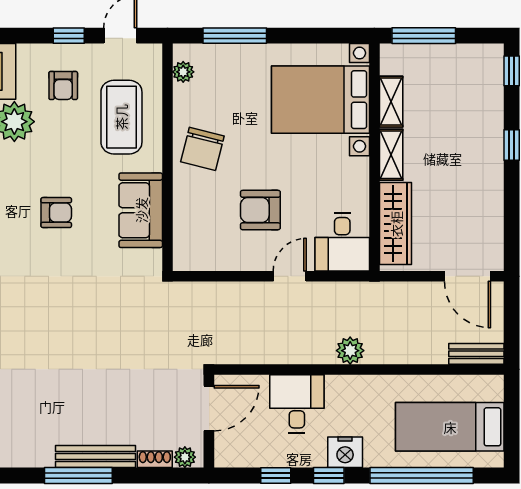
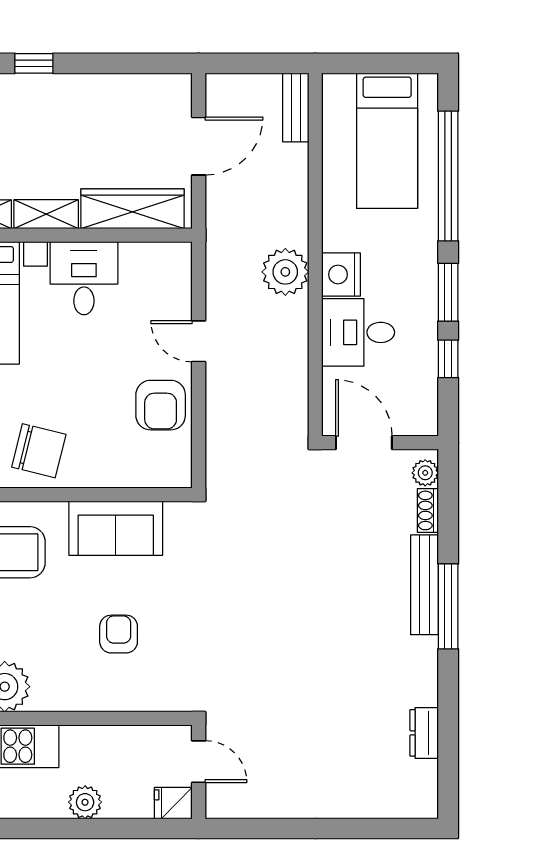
armchair: (260, 210) -> (161, 405), moved
desk: (342, 242) -> (84, 278), moved, turned -90
door: (467, 276) -> (199, 146), moved
plant: (350, 351) -> (285, 272), width x1.36, depth x1.36
nightstand: (345, 452) -> (341, 274), moved, turned 180
window: (329, 475) -> (448, 292), width x1.50

